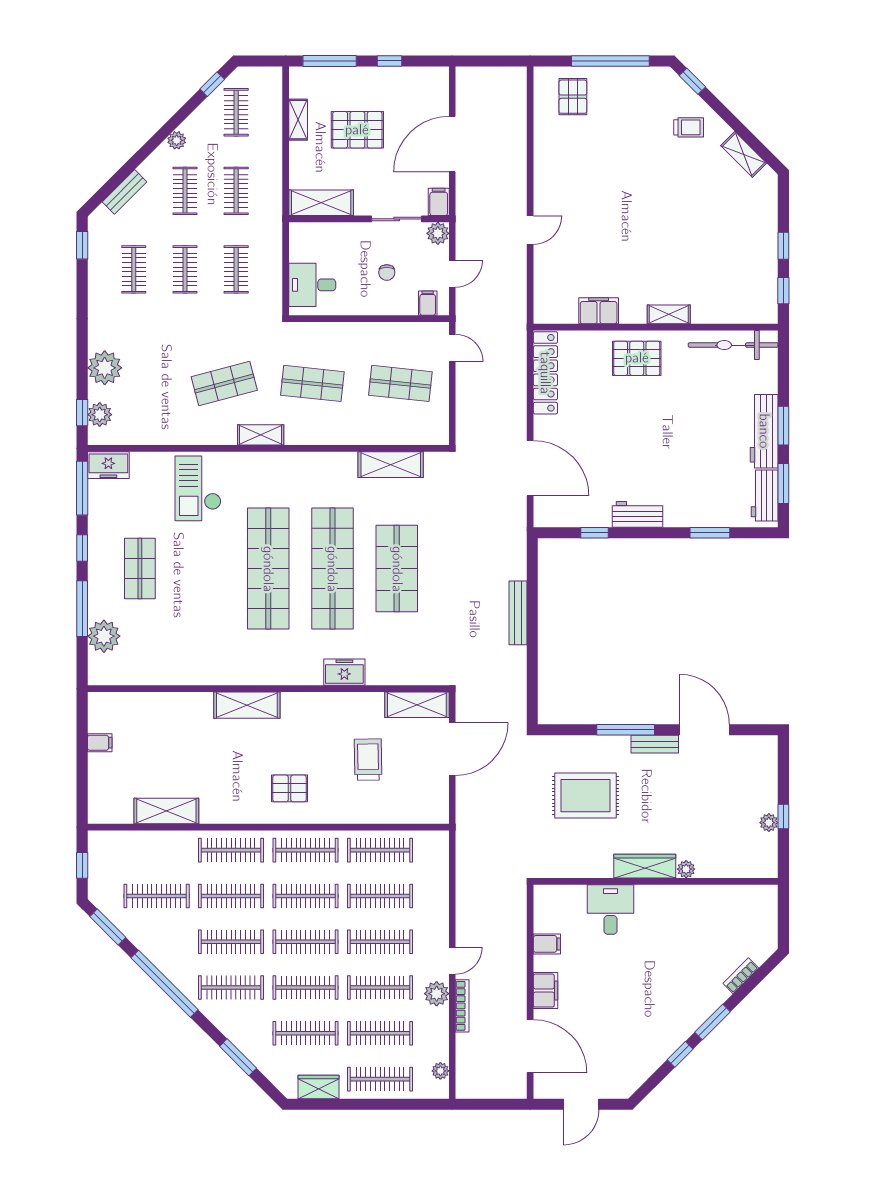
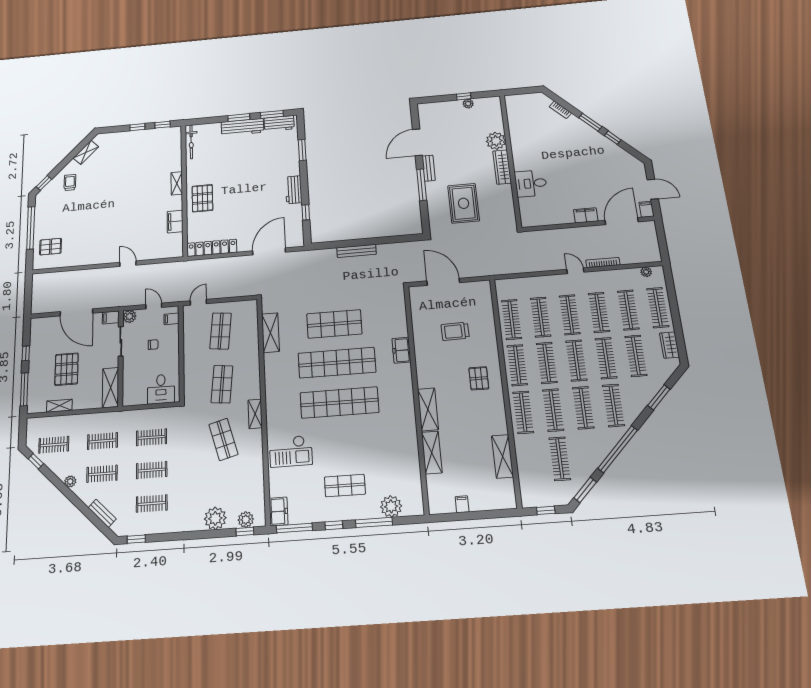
bicycle: (733, 345) -> (191, 142), width x0.73, depth x0.71
shelving: (417, 705) -> (432, 453), moved
plant: (686, 869) -> (496, 141), width x1.88, depth x1.88
filing cabinet: (547, 944) -> (646, 209), moved
plant: (437, 994) -> (598, 278), removed

